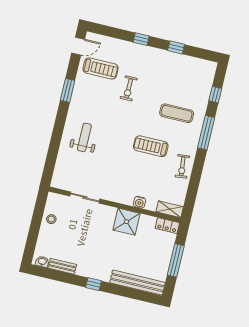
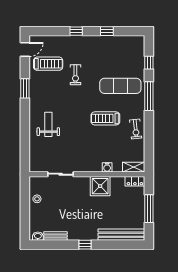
exercise mat: (177, 113) -> (120, 86), width x1.36, depth x1.45

